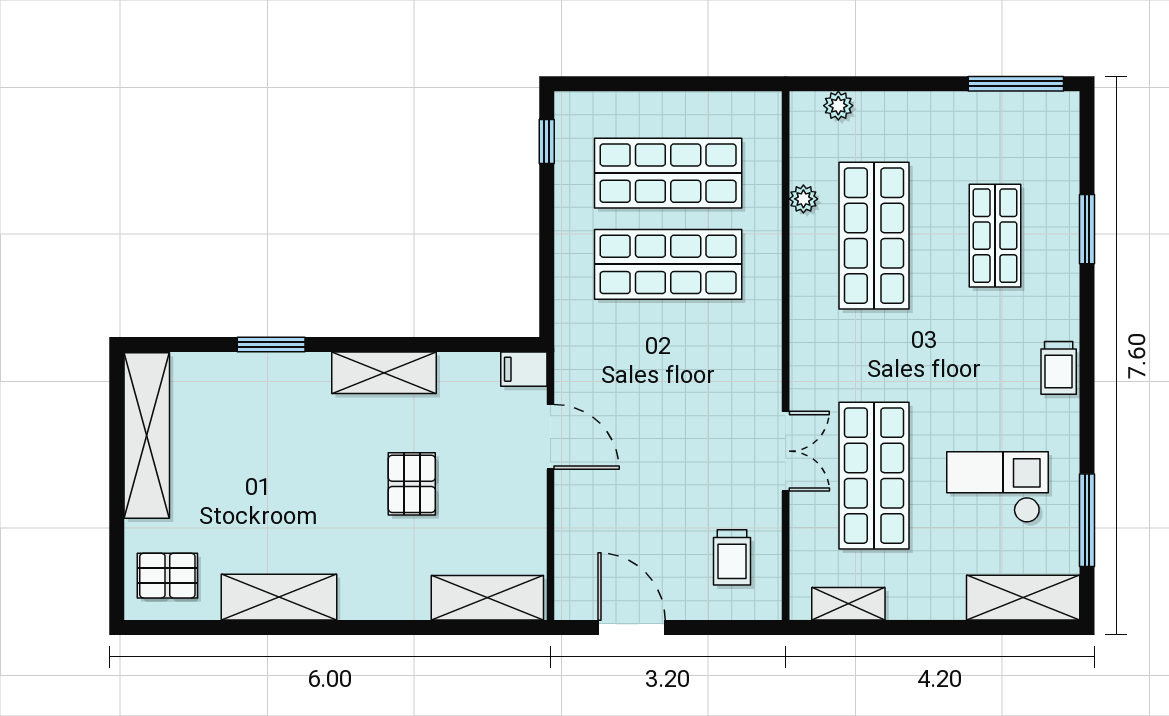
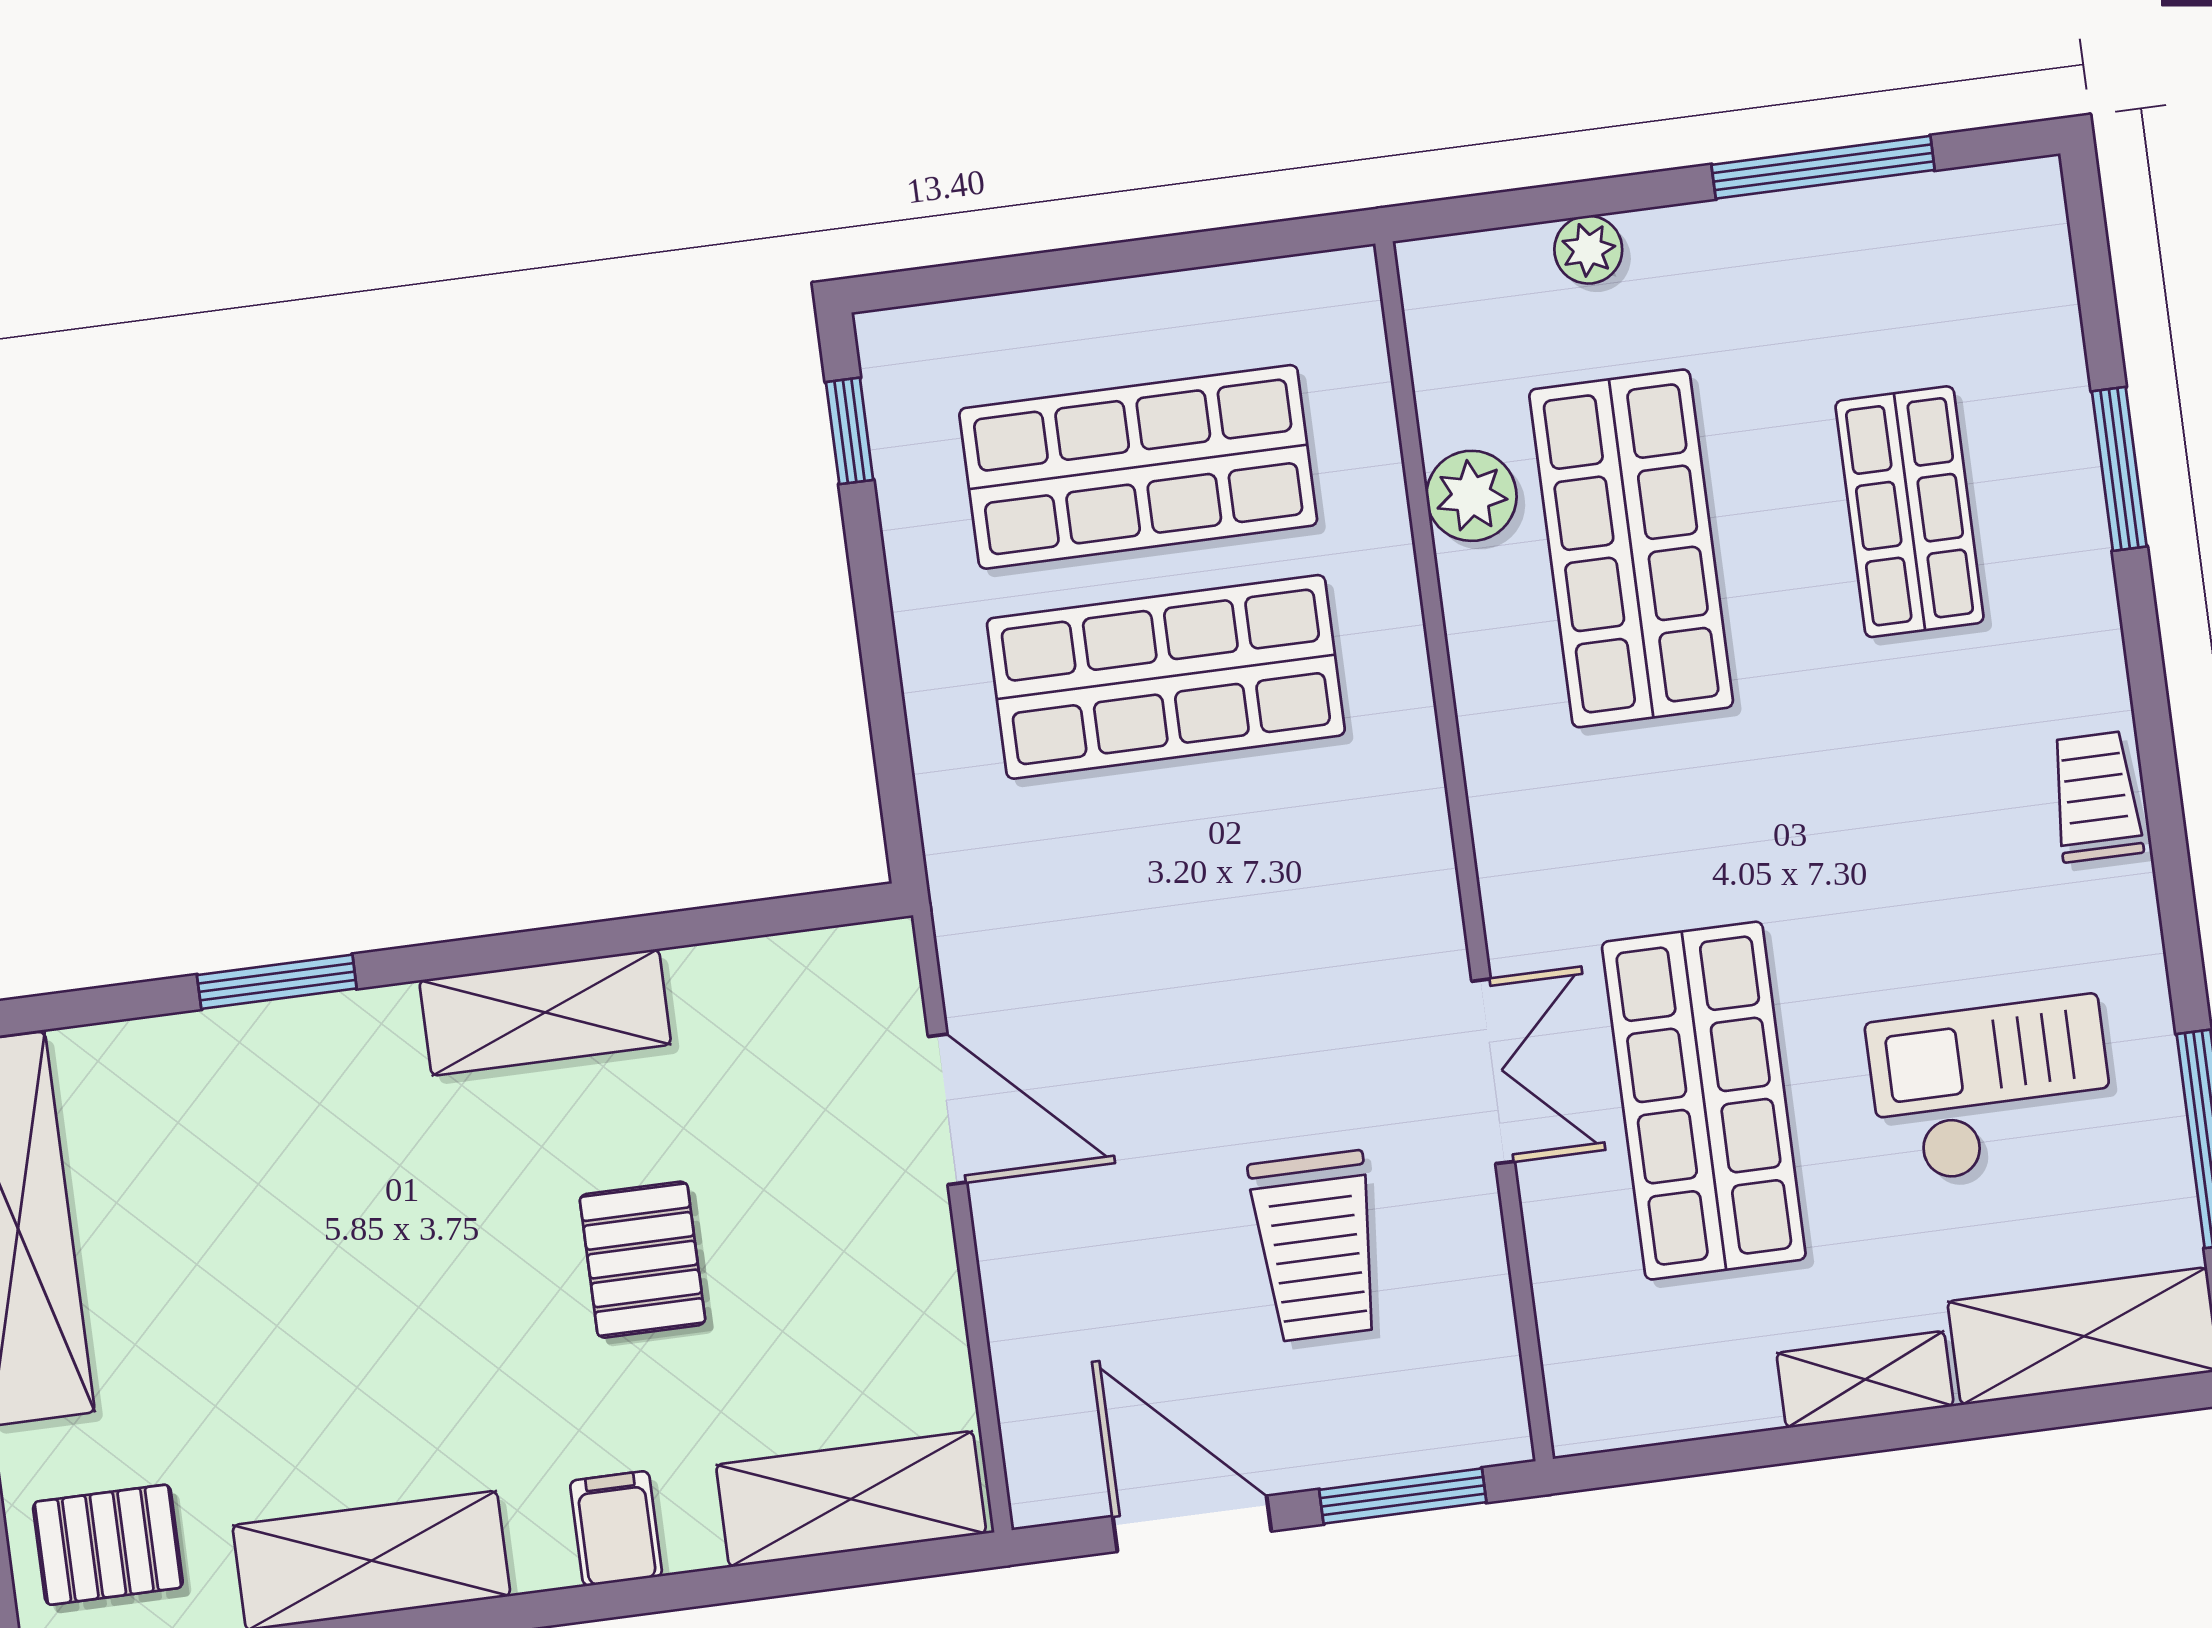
window: (1016, 84) -> (1823, 167), moved
plant: (838, 106) -> (1588, 250), moved
plant: (803, 199) -> (1471, 496), width x1.38, depth x1.38
trolley: (1059, 368) -> (2096, 797), turned 180
filing cabinet: (524, 369) -> (616, 1529), moved, turned 90
trolley: (732, 557) -> (1316, 1246), moved, width x1.36, depth x1.39
shelving: (848, 604) -> (1865, 1379), moved
window: (723, 628) -> (1403, 1496), added

